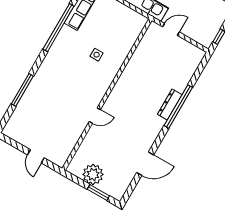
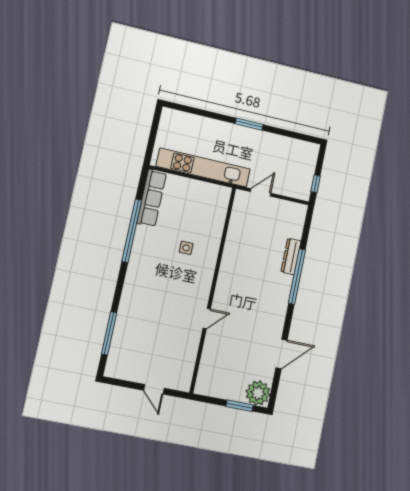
window: (22, 90) -> (109, 333), moved
dresser: (170, 105) -> (291, 256), moved
plant: (93, 174) -> (258, 393), moved

